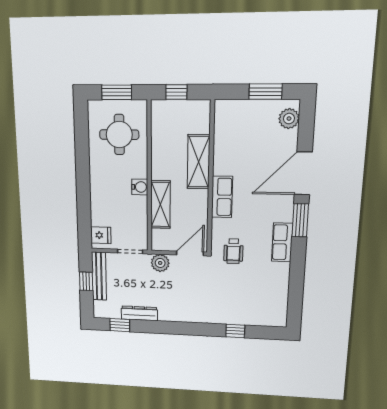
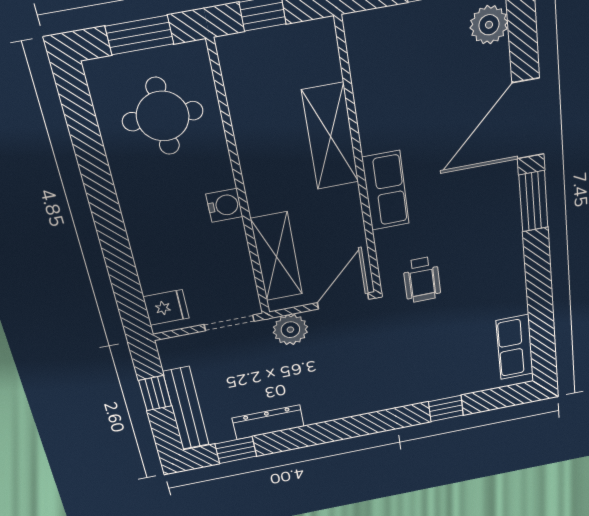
shelving: (160, 205) -> (277, 257), moved
row of seats: (282, 242) -> (515, 347), moved
bench: (99, 276) -> (186, 408), moved

